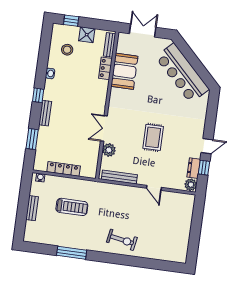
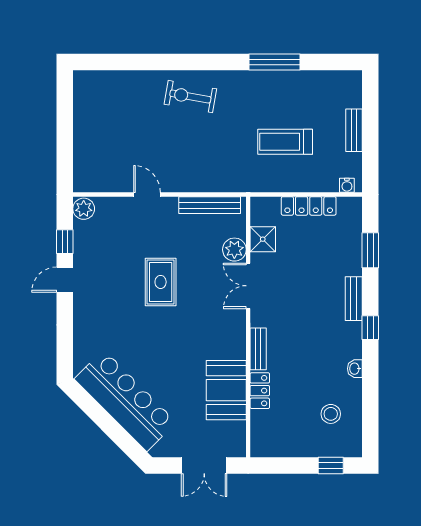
shower: (87, 35) -> (263, 239), moved
bench: (110, 45) -> (258, 349), moved
double door: (104, 128) -> (248, 286), swing flipped
dresser: (194, 168) -> (83, 238), removed

